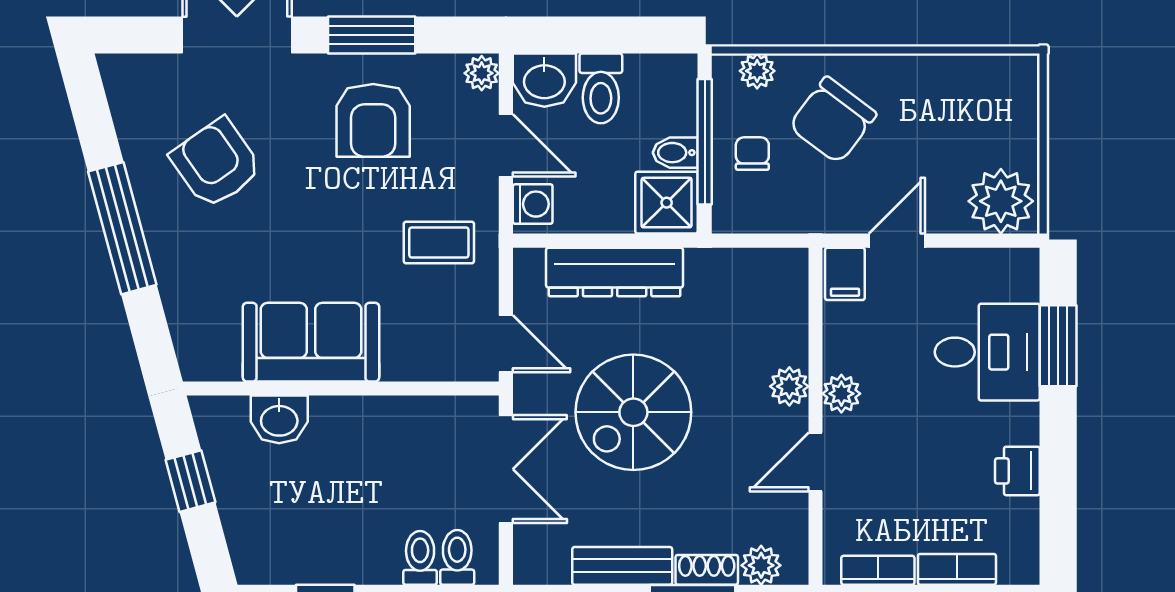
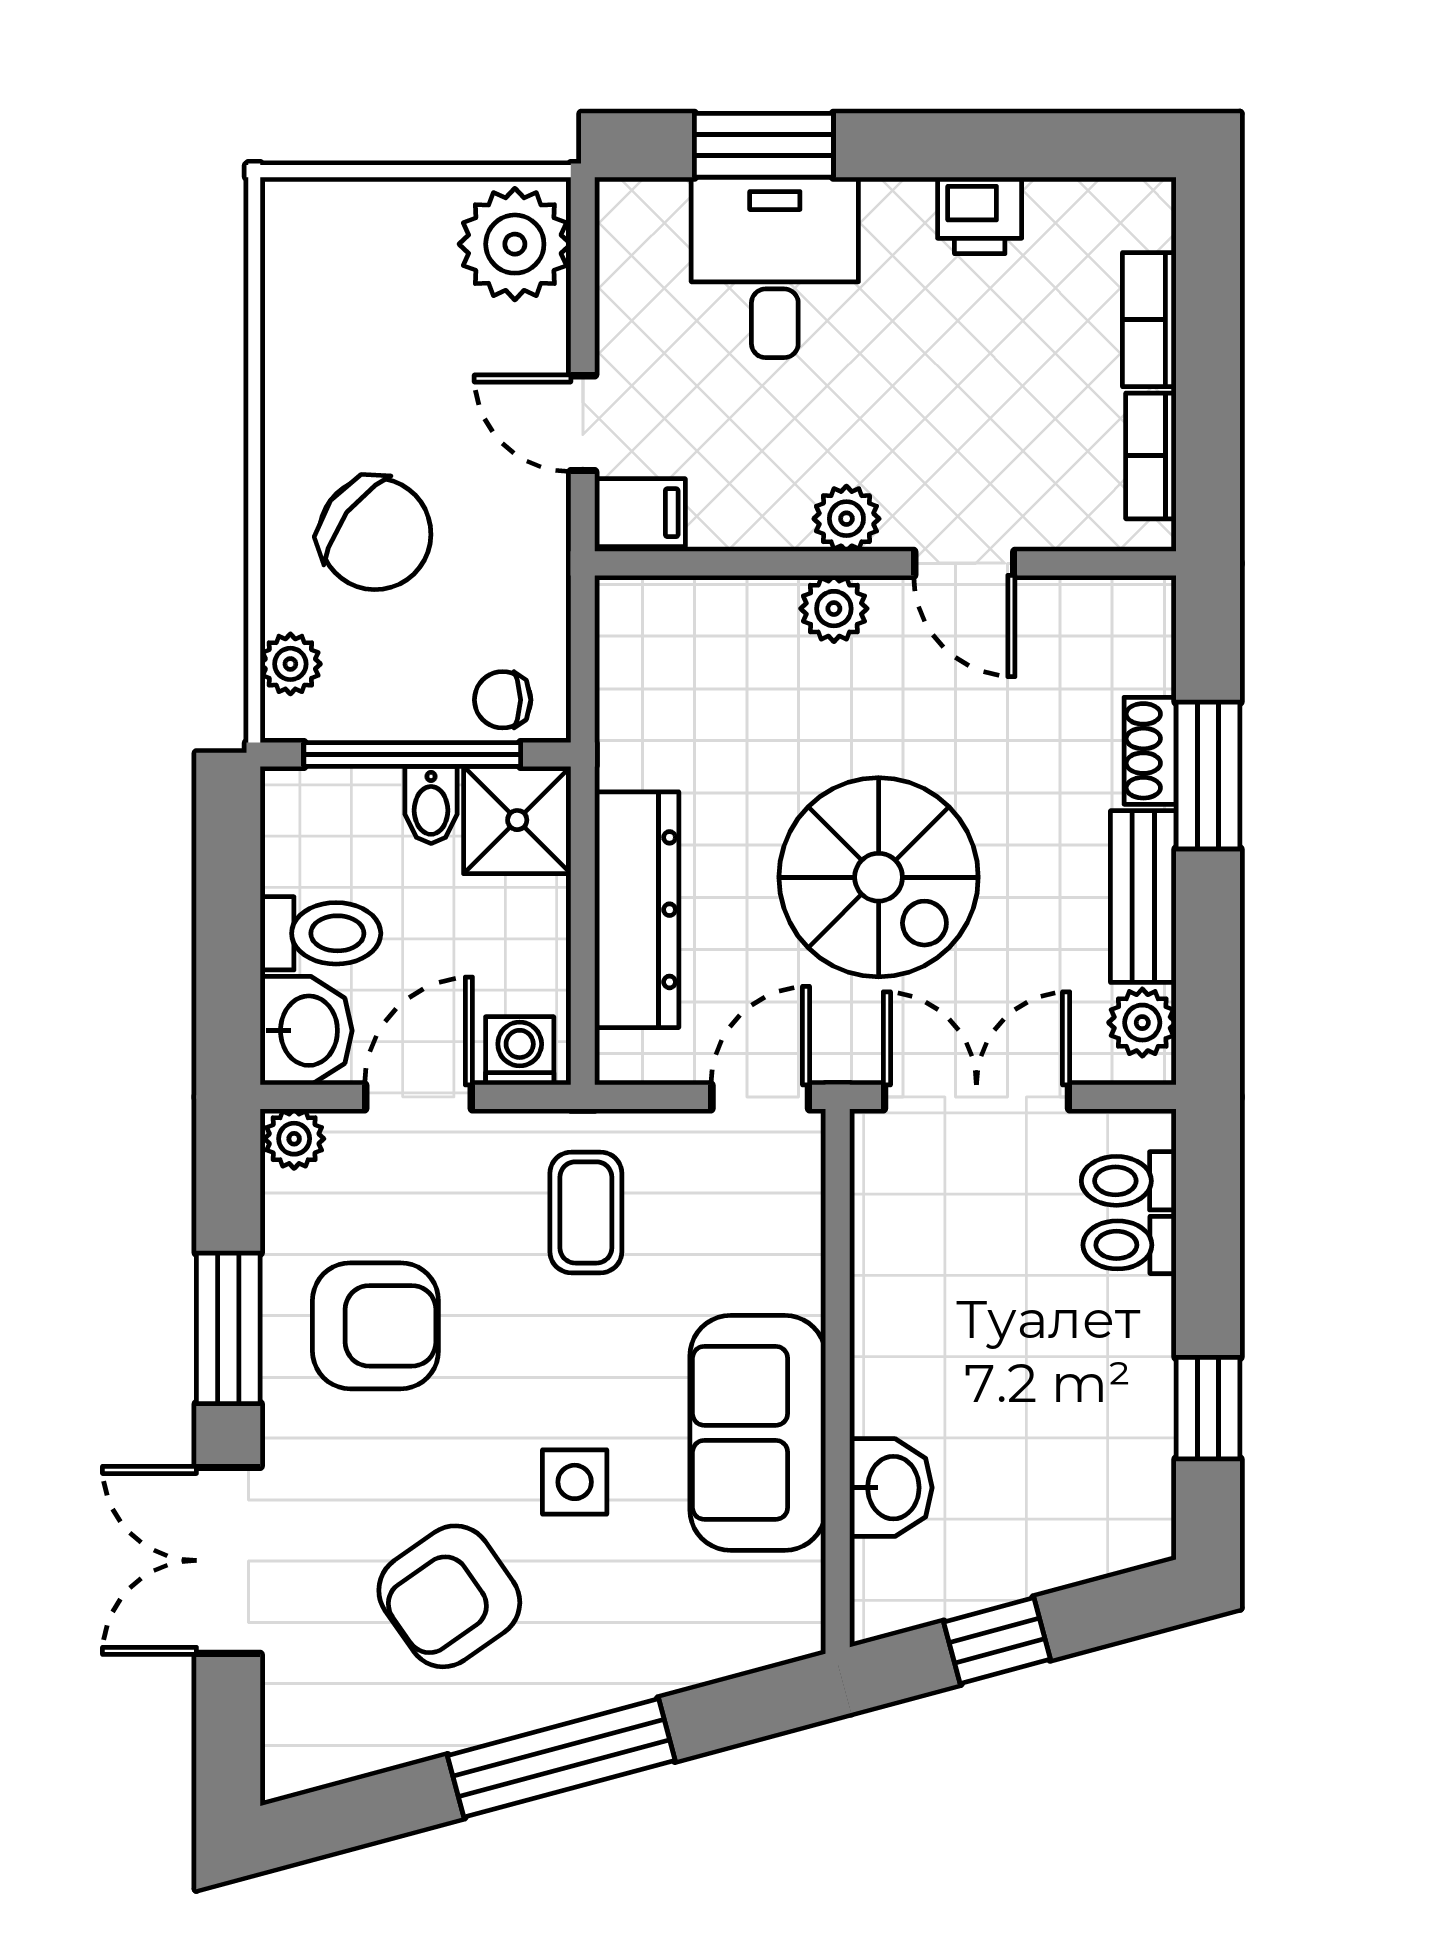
chair: (752, 154) -> (503, 700), moved
side table: (282, 236) -> (575, 1482), added
plant: (761, 565) -> (1142, 1023), moved

